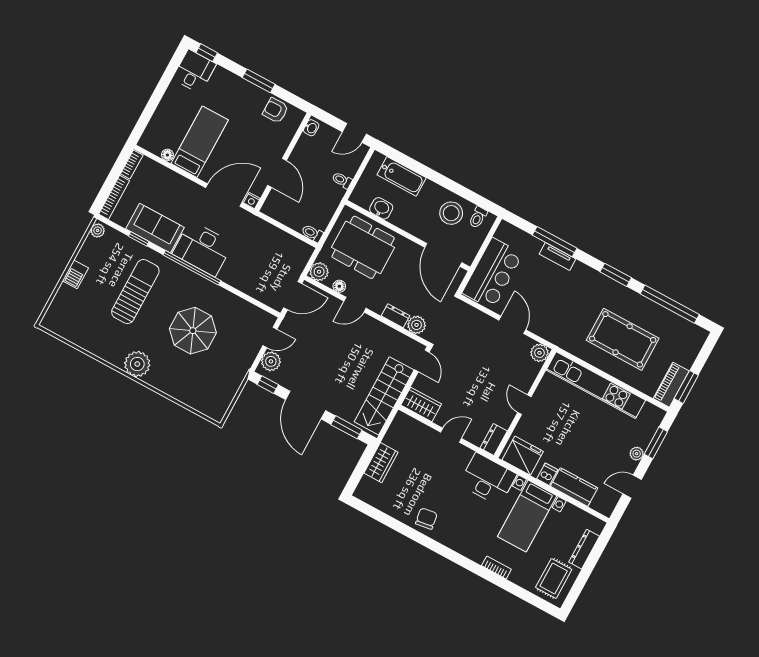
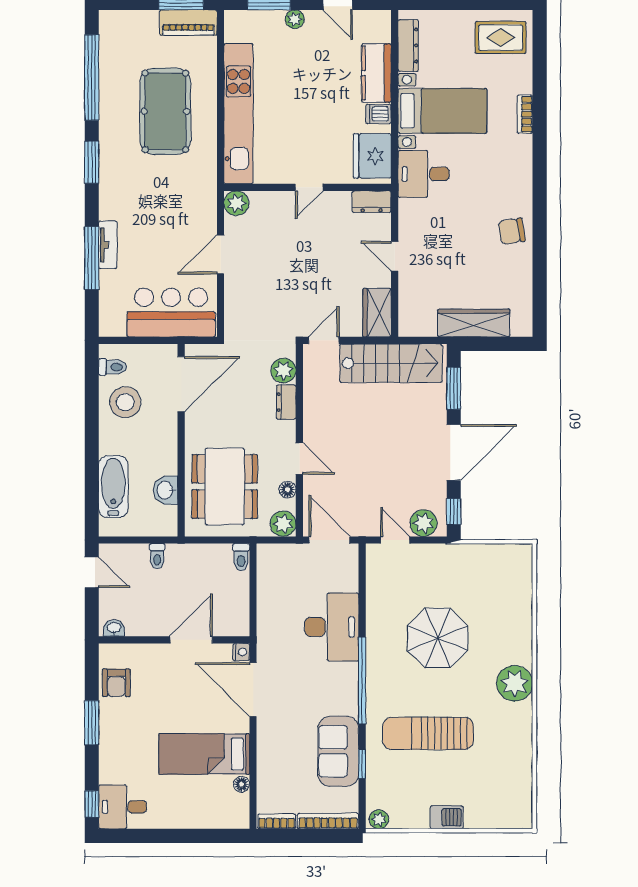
desk: (203, 249) -> (332, 627), moved
wardrobe: (381, 463) -> (474, 323), width x1.50
desk: (488, 479) -> (424, 174), width x0.73
dresser: (584, 549) -> (408, 45), moved, turned -90

